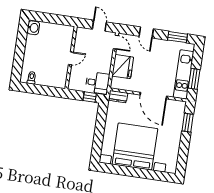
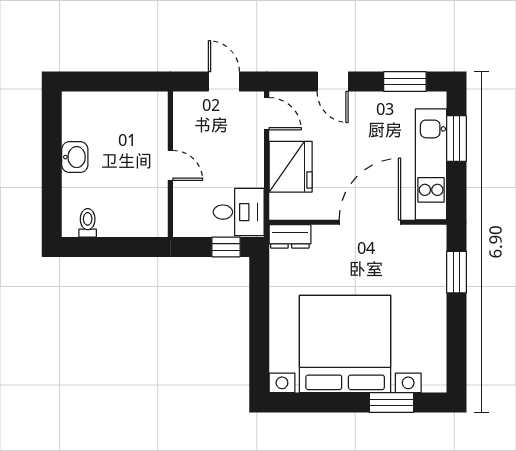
washbasin: (33, 28) -> (75, 157), moved
door: (71, 58) -> (170, 165), hinge flipped
window: (194, 79) -> (457, 139), moved
door: (153, 96) -> (370, 222), swing flipped
window: (151, 175) -> (391, 402), added

